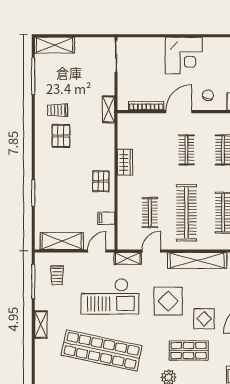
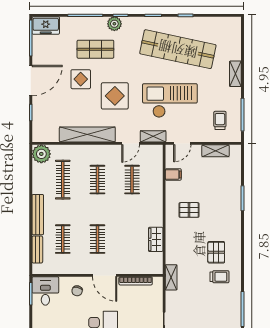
door: (179, 112) -> (105, 275), hinge flipped
wardrobe: (125, 162) -> (156, 239), moved
pallet: (101, 181) -> (189, 210), moved, turned 90
clothes rail: (186, 213) -> (97, 180), width x0.54, depth x0.76
shelving: (62, 241) -> (215, 151), width x0.67, depth x0.75

